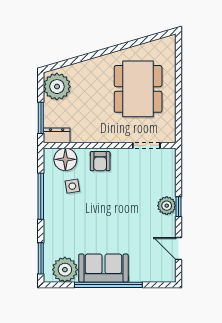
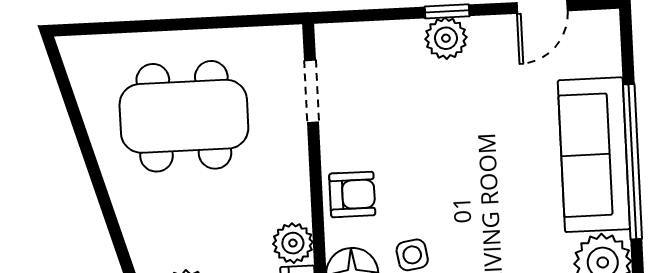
plant: (80, 134) -> (293, 243), added
sofa: (103, 268) -> (594, 155), width x1.36

